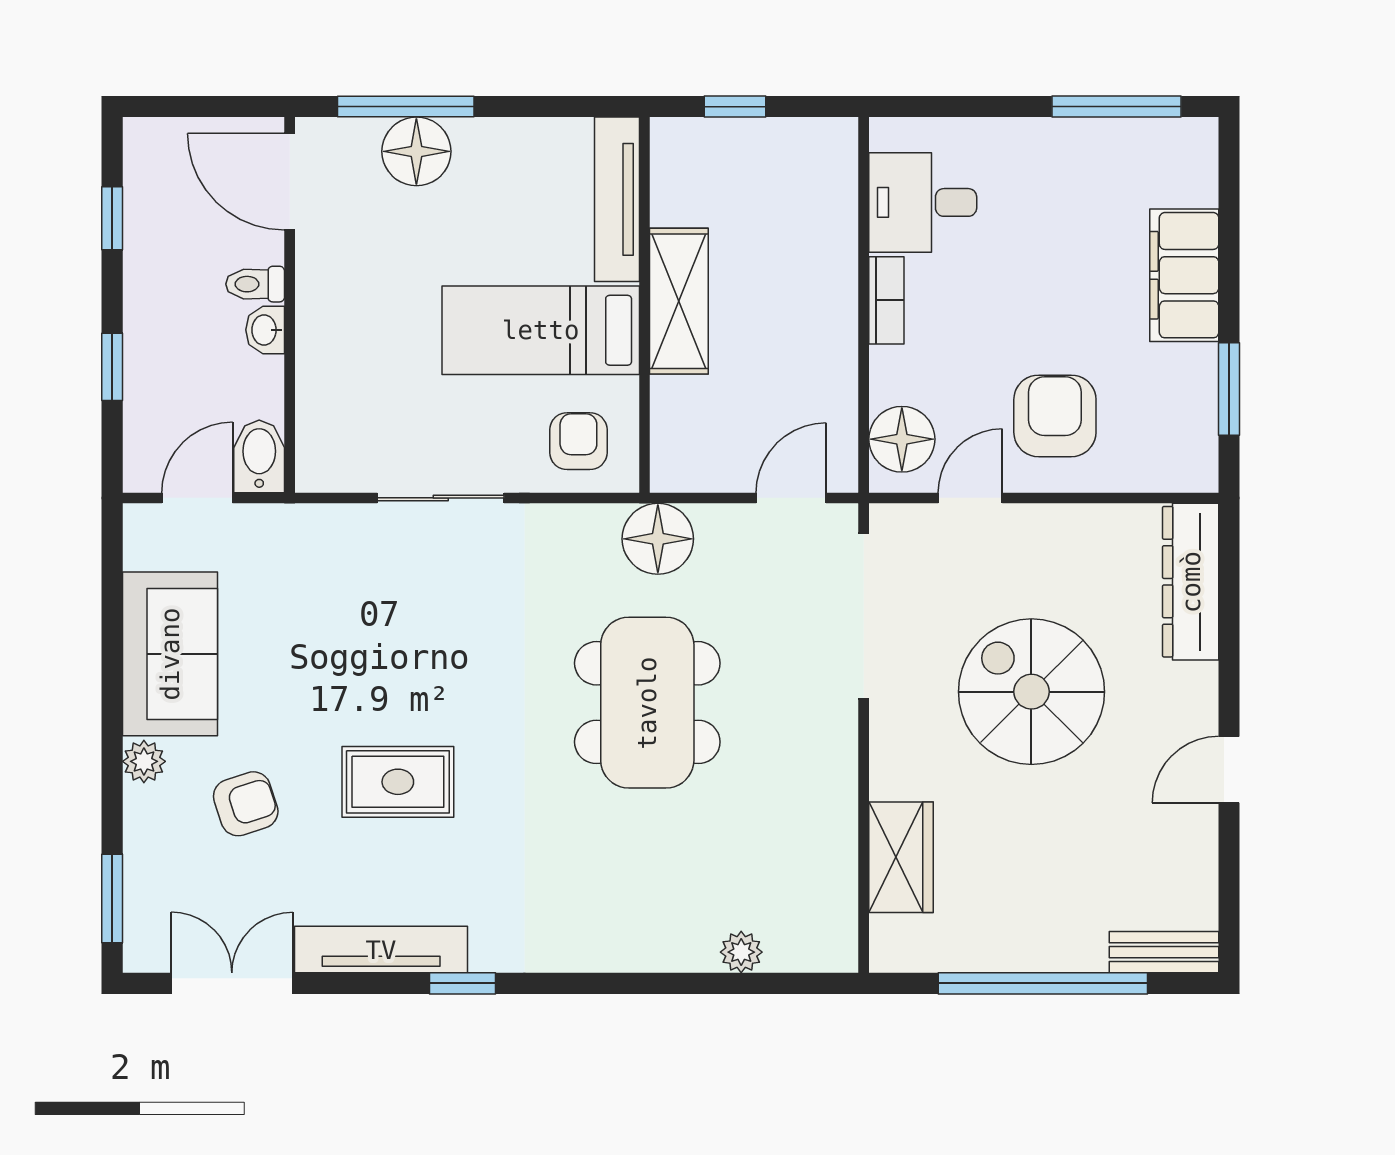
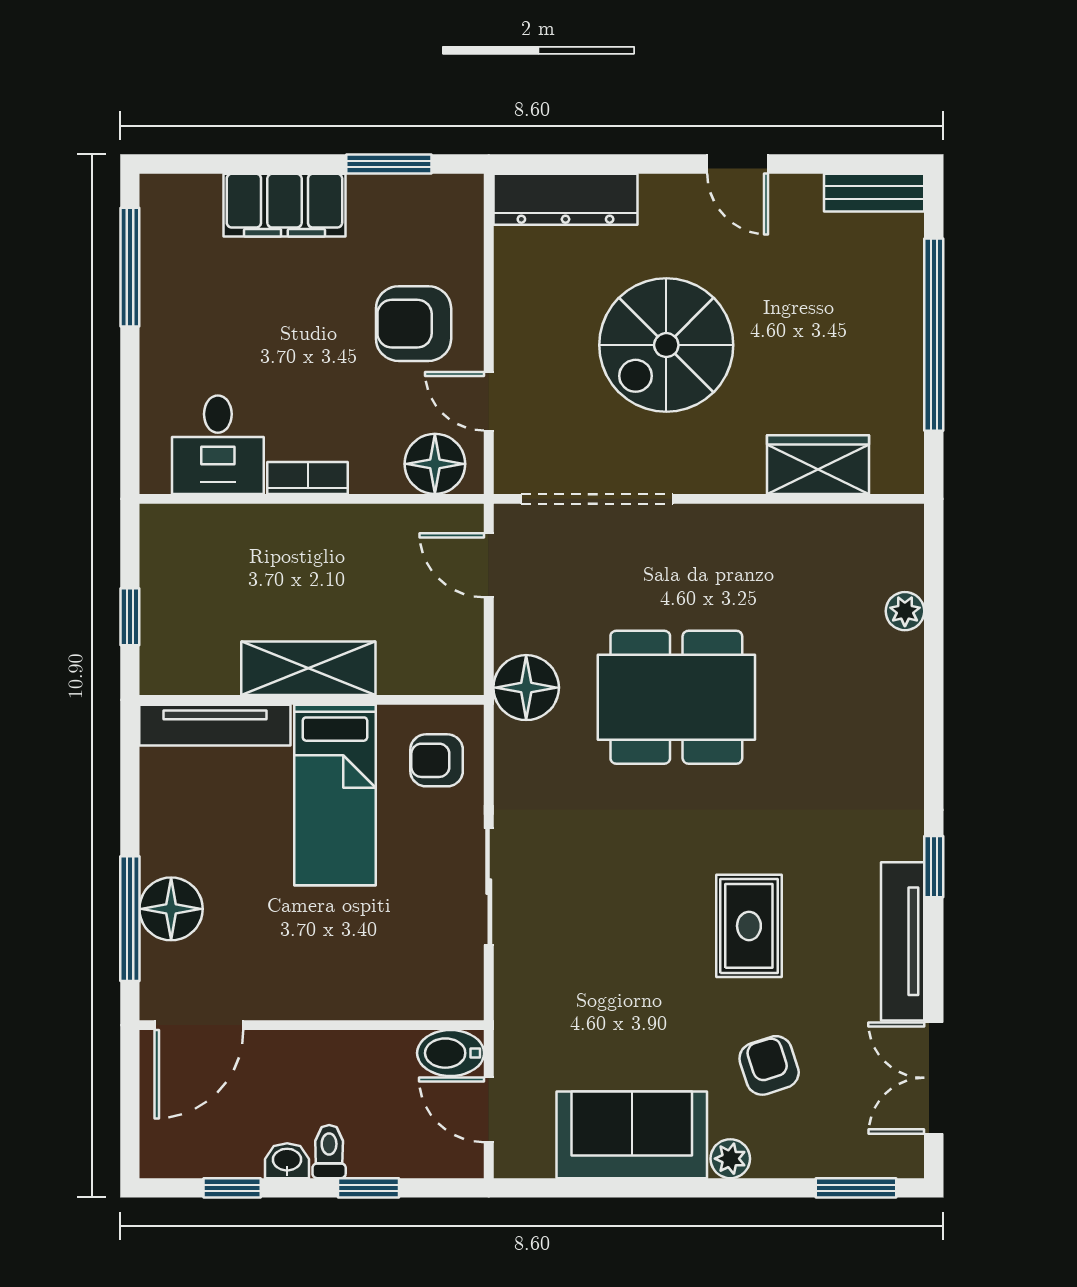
toilet: (255, 284) -> (329, 1152), moved, turned 180
washbasin: (265, 330) -> (287, 1161), moved, turned 180
bench: (1164, 952) -> (874, 193), moved, turned 90

